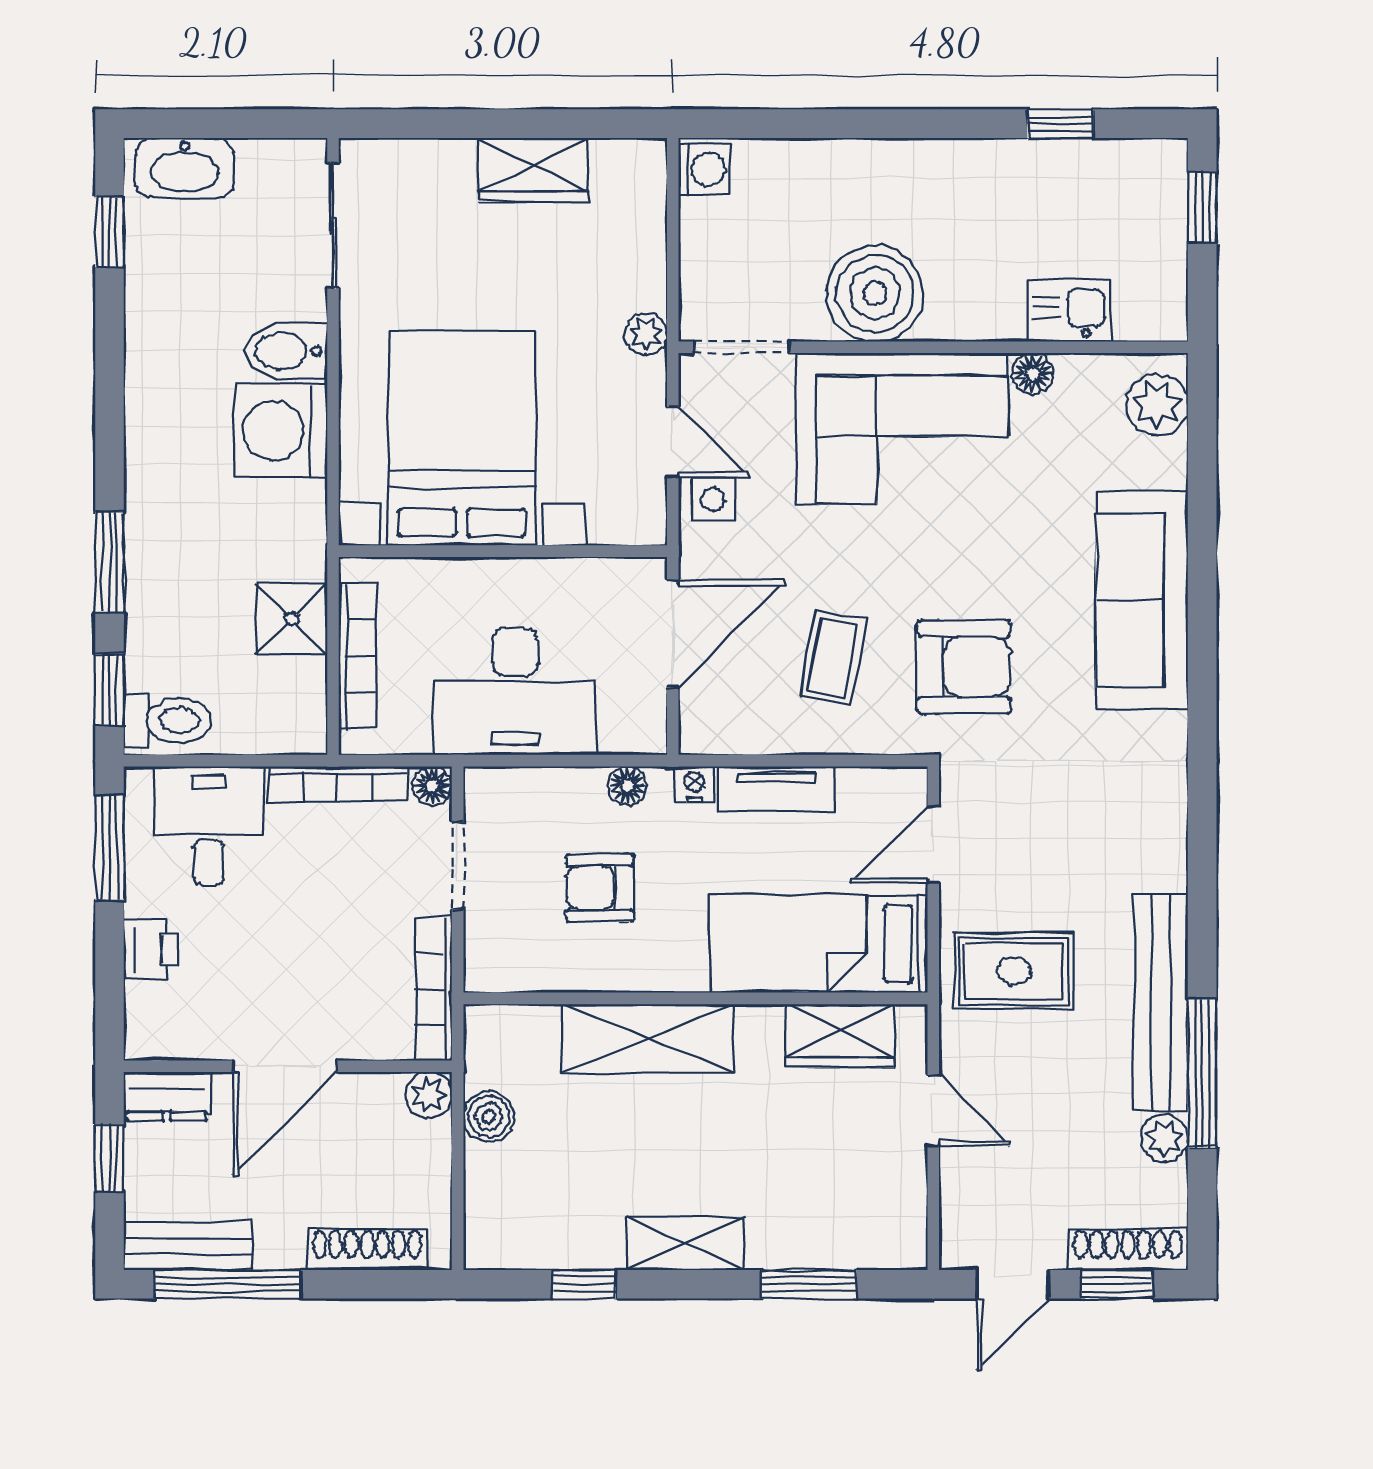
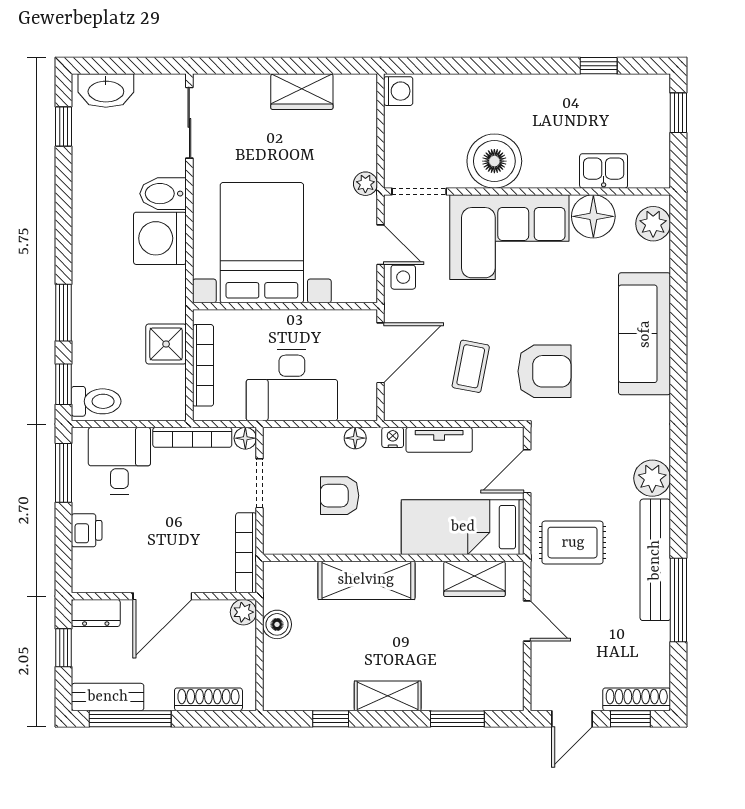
floor lamp: (1033, 373) -> (593, 216), width x1.89, depth x1.89
plant: (1164, 1138) -> (652, 478), moved, width x1.38, depth x1.38

